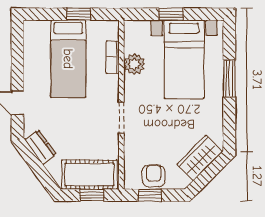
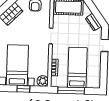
window: (79, 14) -> (71, 90), width x2.17
plant: (134, 64) -> (43, 81), moved

